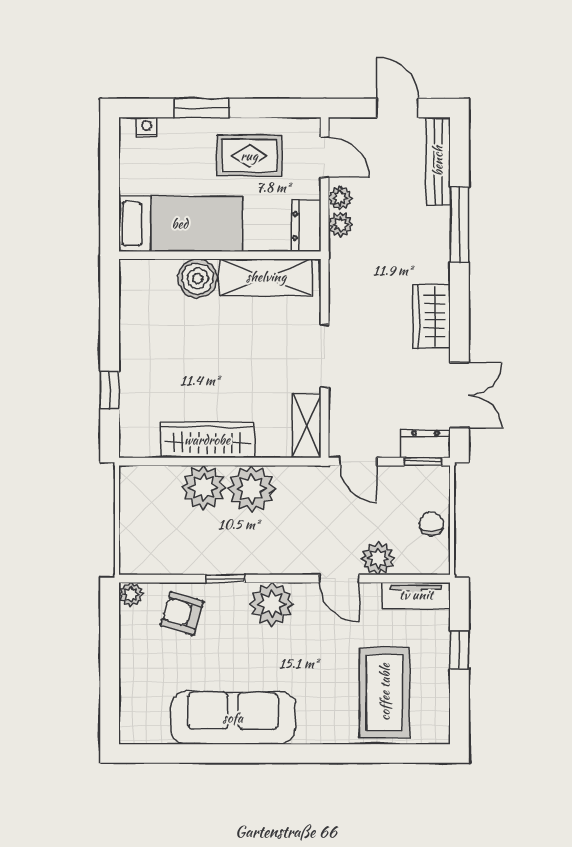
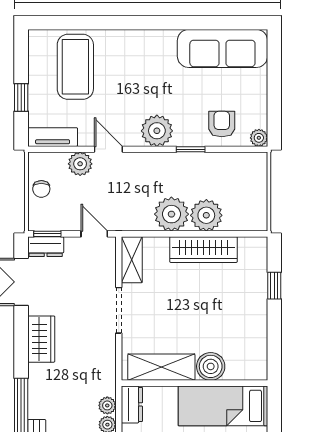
armchair: (182, 613) -> (222, 124), turned -107
sofa: (233, 718) -> (222, 48), moved

